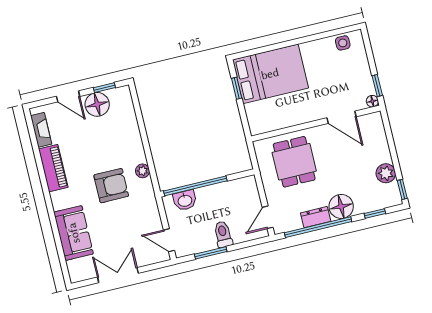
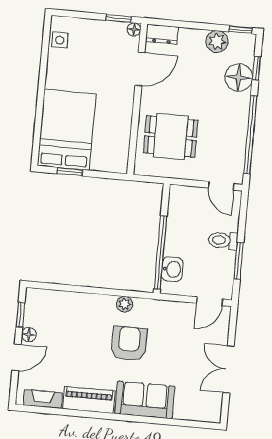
floor lamp: (97, 104) -> (29, 335), width x0.53, depth x0.53
floor lamp: (341, 206) -> (239, 77), moved
dresser: (316, 217) -> (162, 34), moved, turned -90
sofa: (74, 233) -> (145, 400), moved

